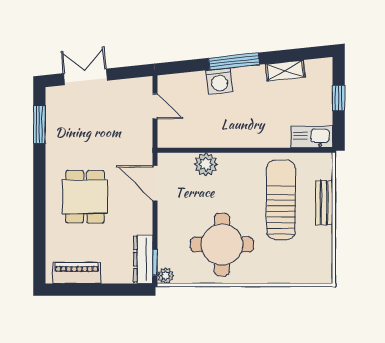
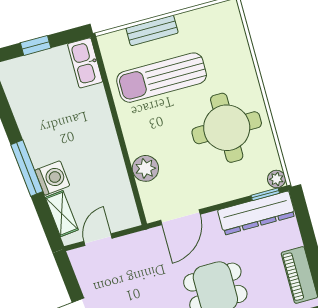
shelving: (285, 70) -> (62, 214), moved
dresser: (143, 259) -> (256, 213), width x1.37, depth x1.24

